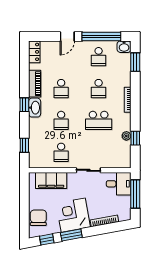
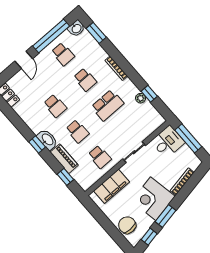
piano: (35, 84) -> (64, 159), moved

